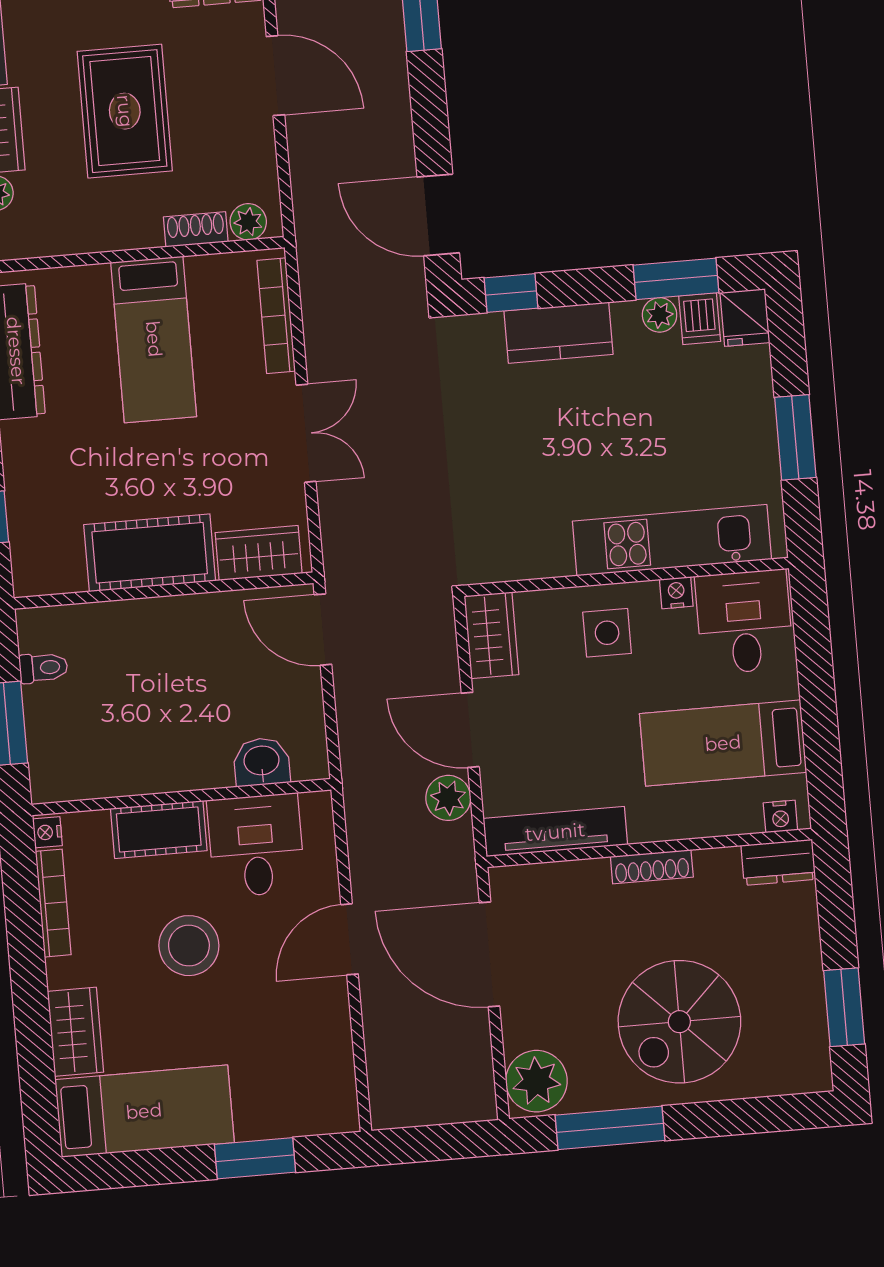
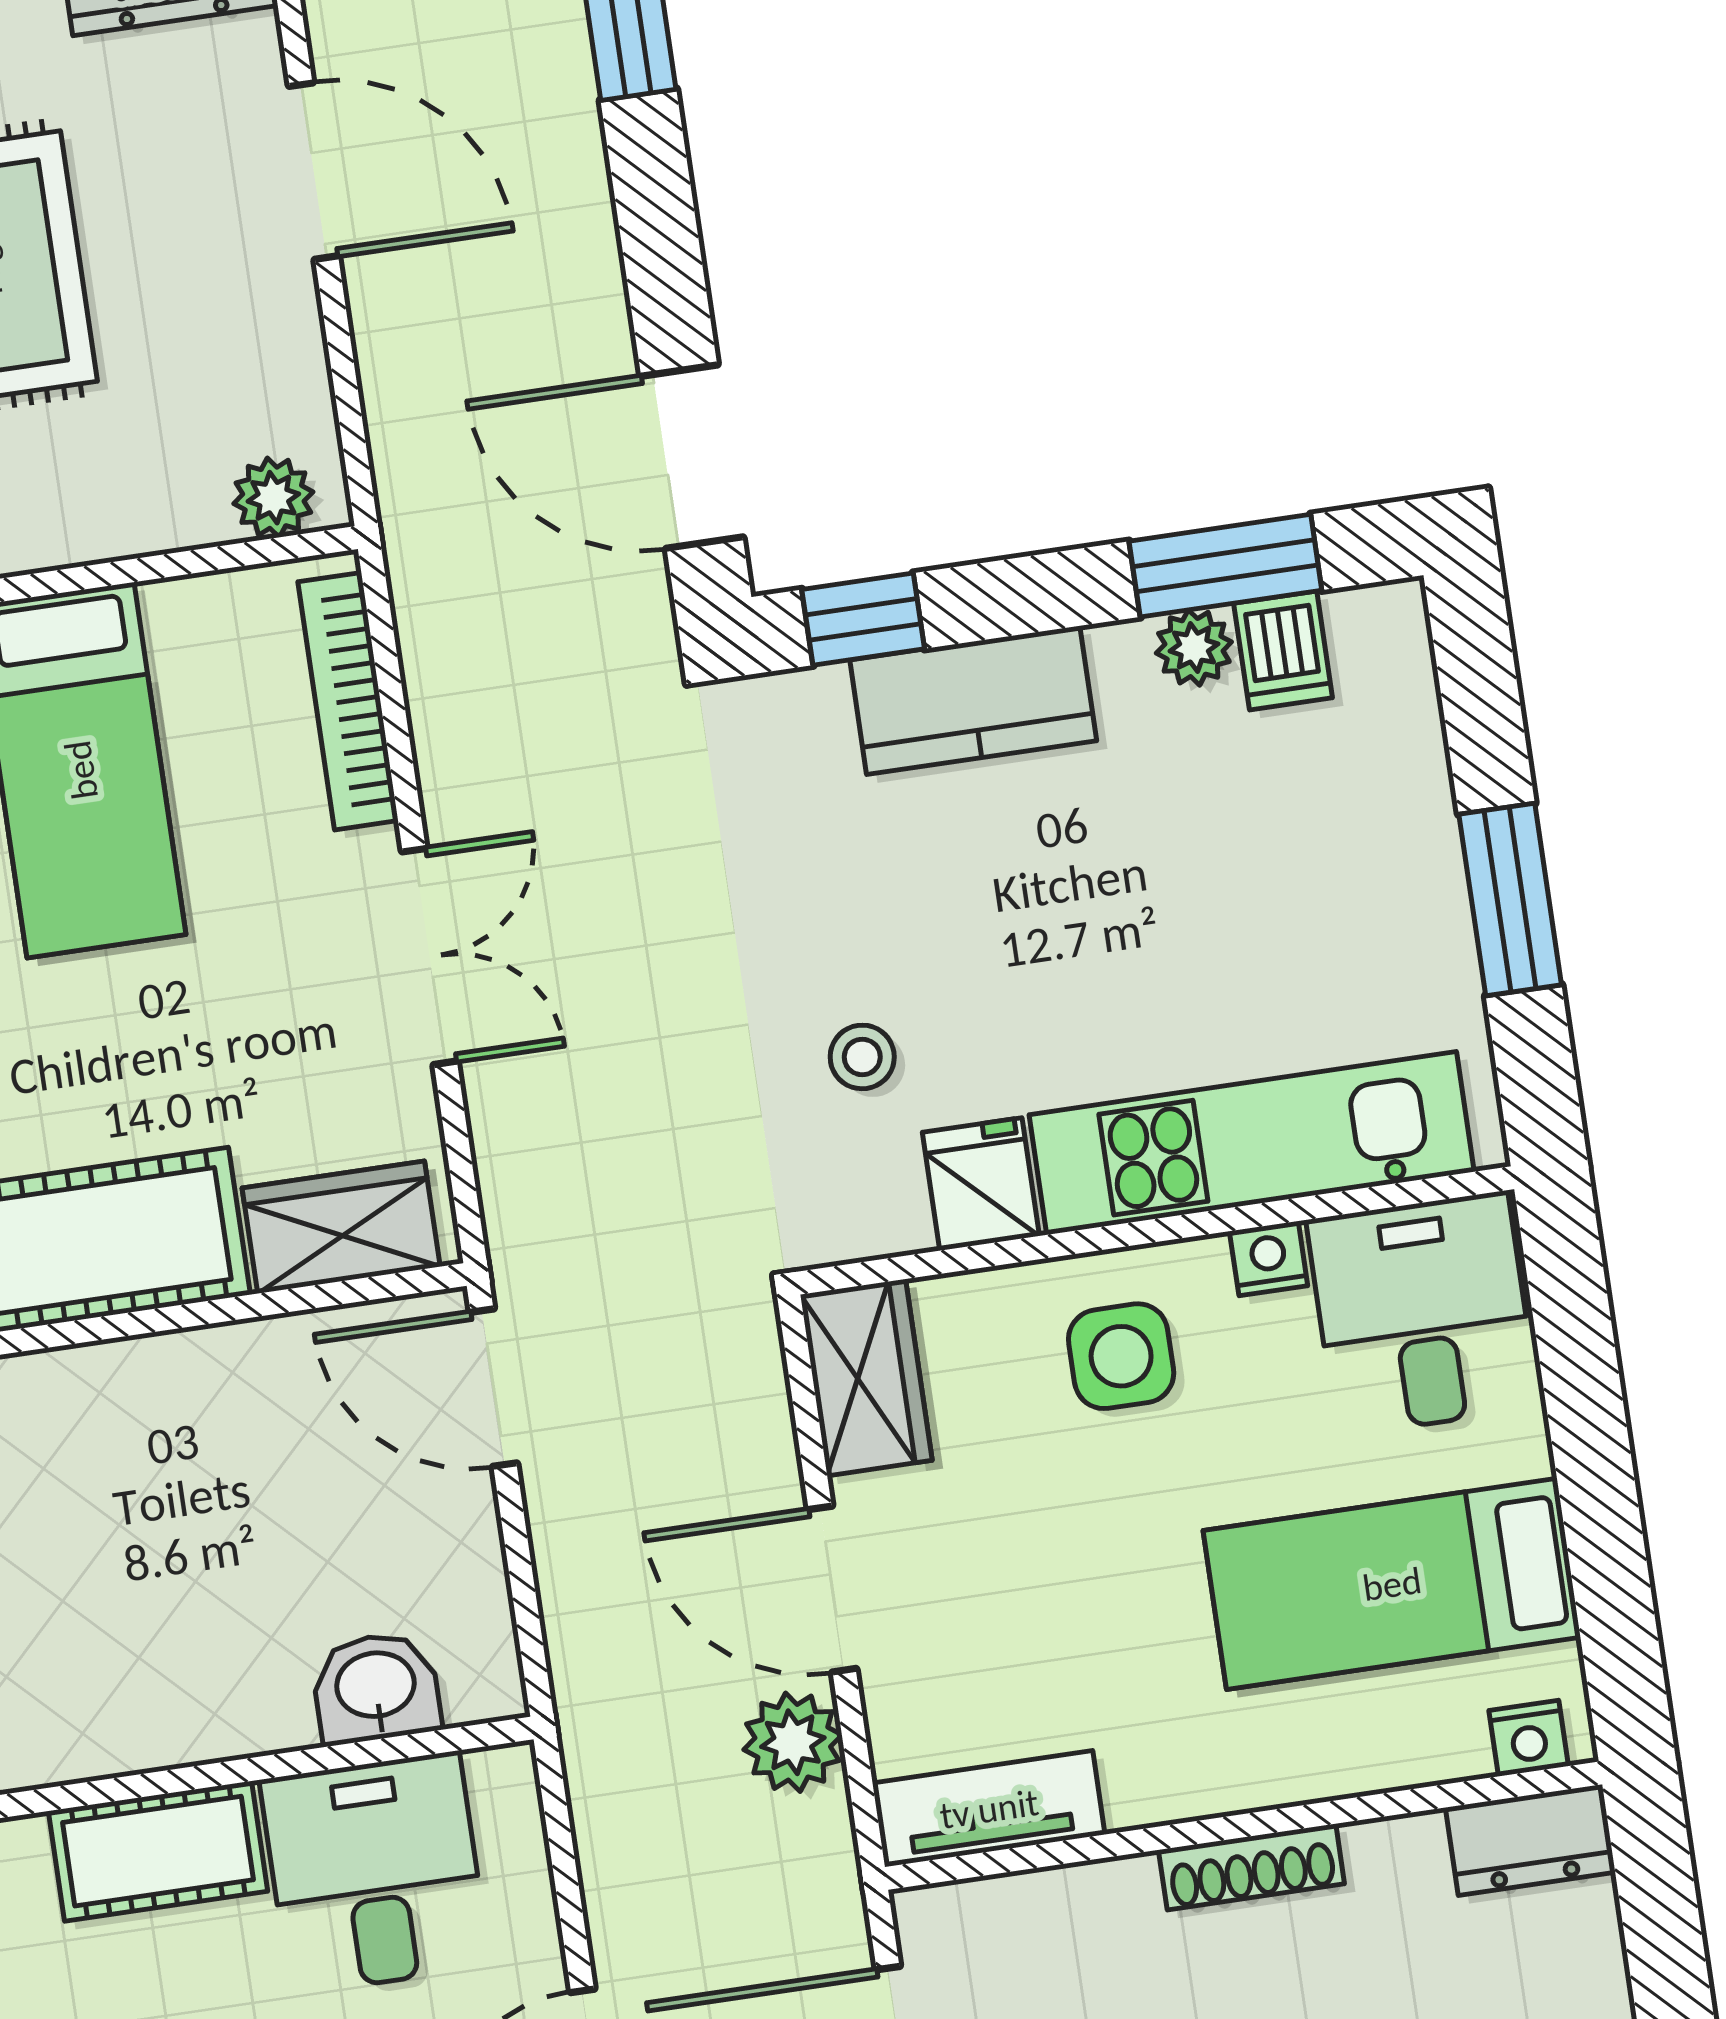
shoe rack: (196, 229) -> (159, 521), removed
fridge: (745, 317) -> (981, 1184), moved, turned 180
stool: (498, 491) -> (862, 1057), added
tv unit: (555, 832) -> (989, 1809), width x0.71

